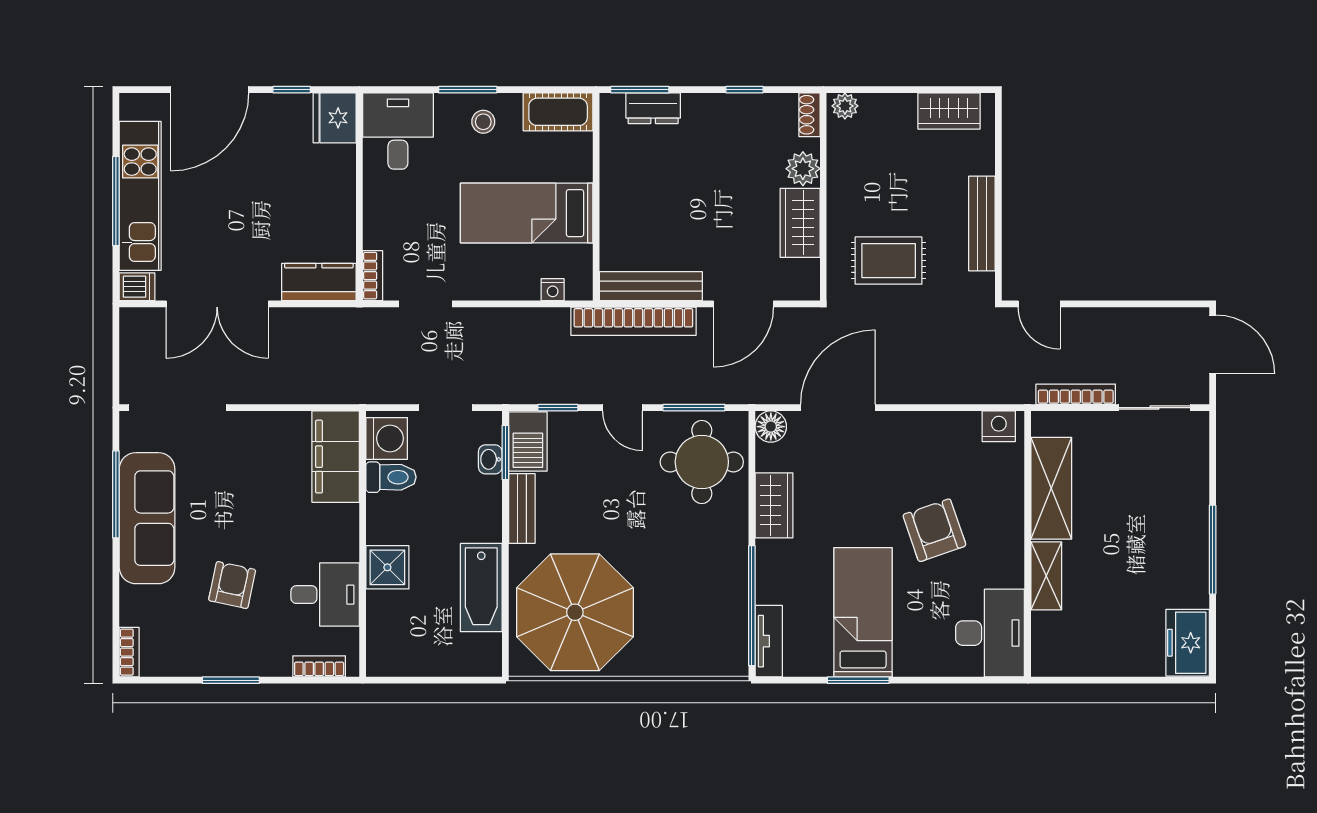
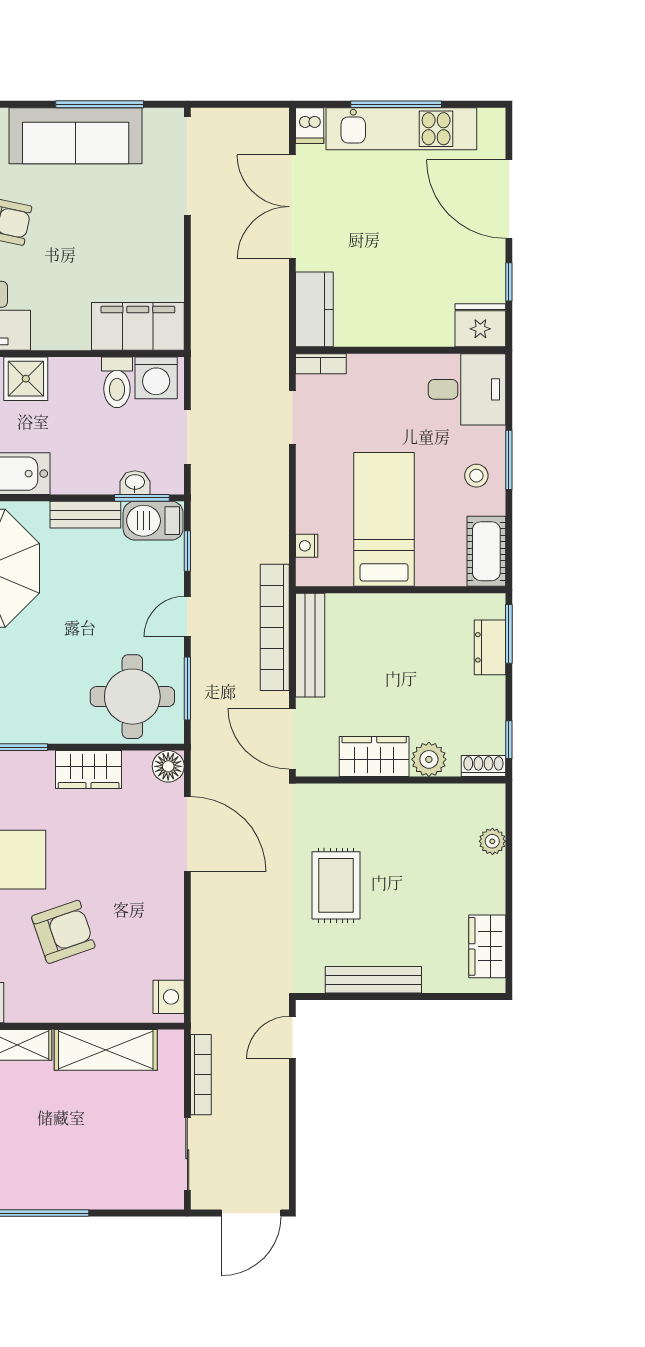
shoe rack: (809, 115) -> (483, 766), moved
plant: (803, 169) -> (429, 759), moved
wall: (823, 197) -> (401, 780), moved
wardrobe: (800, 223) -> (374, 757), moved

